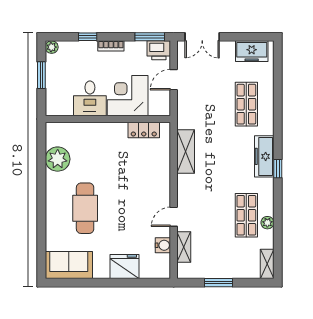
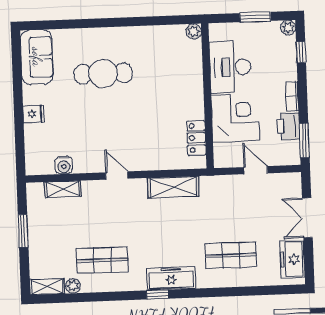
window: (88, 37) -> (301, 52), moved
double door: (202, 37) -> (307, 218), moved
printer: (159, 50) -> (288, 126), moved
desk: (90, 98) -> (230, 67), width x1.37
plant: (58, 159) -> (194, 31), moved, width x0.53, depth x0.53
door: (174, 217) -> (117, 176), moved
plant: (267, 223) -> (73, 286), moved
fridge: (124, 267) -> (34, 114), width x0.53, depth x0.75

